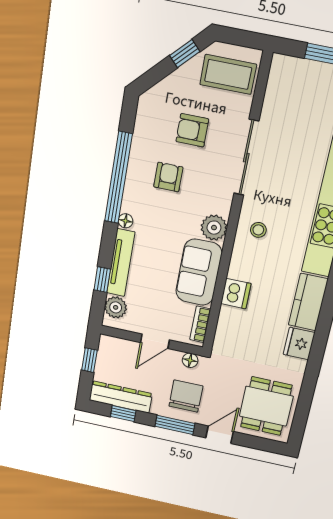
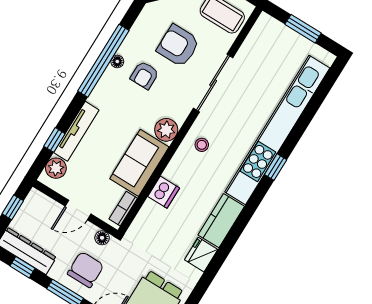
armchair: (192, 130) -> (178, 46), width x1.38, depth x1.38
armchair: (168, 177) -> (145, 75), turned 180
floor lamp: (126, 221) -> (117, 61), moved

